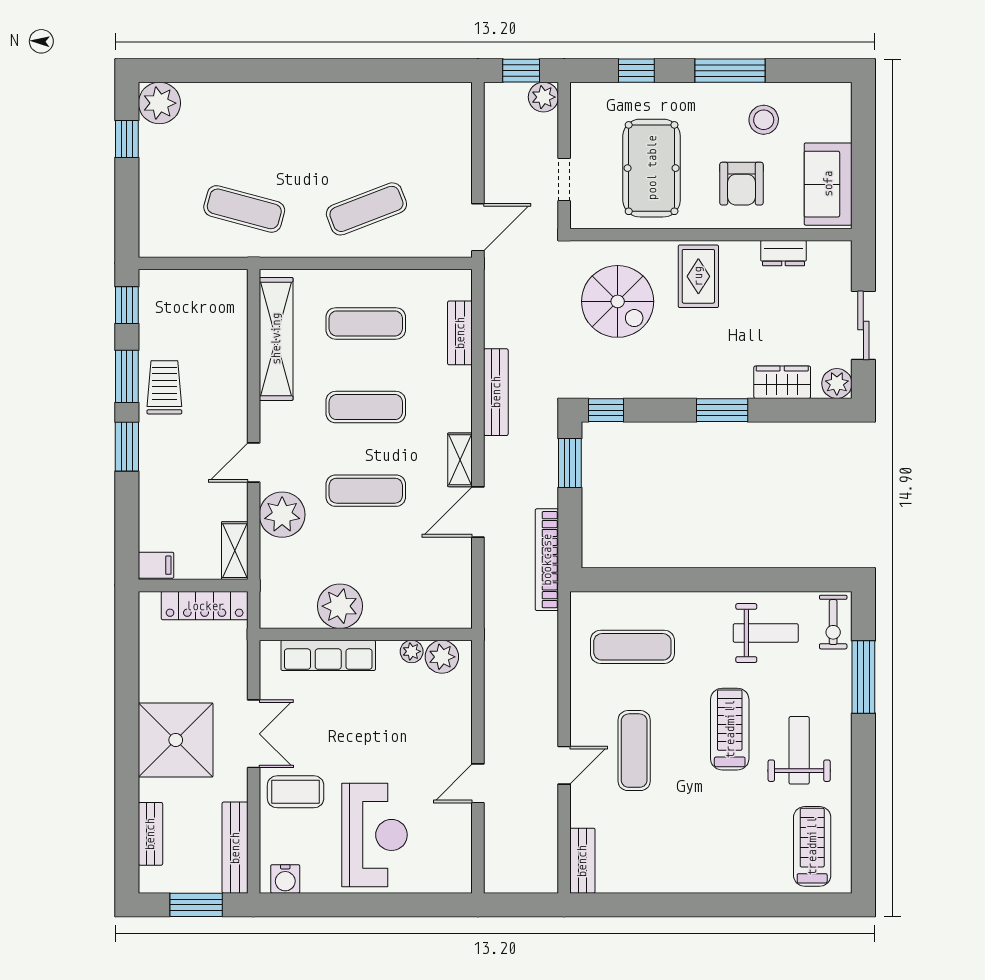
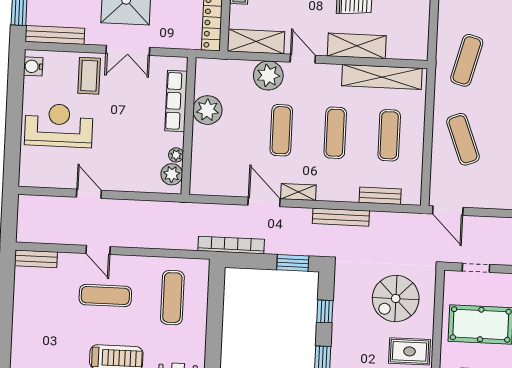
shelving: (230, 380) -> (357, 46), added
window: (606, 410) -> (325, 311), moved
shelving: (235, 551) -> (256, 41), width x1.50, depth x1.33
reception desk: (375, 835) -> (59, 125), turned 180

